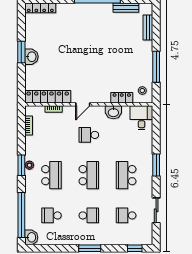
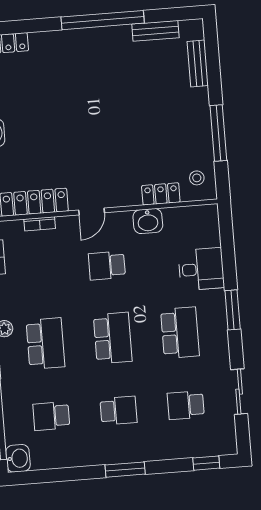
desk: (141, 118) -> (201, 269), moved, turned 90
school desk: (126, 175) -> (180, 333), turned 180

